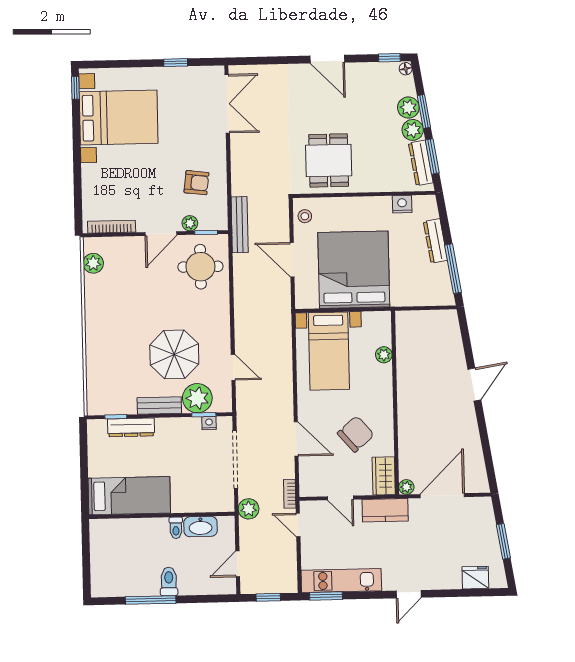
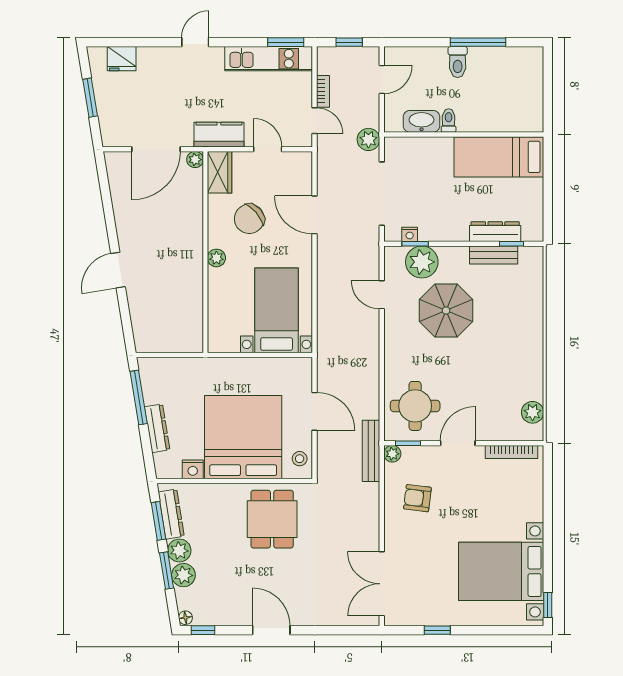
plant: (190, 223) -> (392, 454), moved
bed: (354, 270) -> (243, 437), moved, turned 180
plant: (384, 355) -> (216, 258), moved
bench: (159, 405) -> (494, 255), moved
bookcase: (290, 494) -> (323, 91), moved

